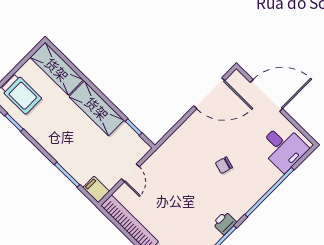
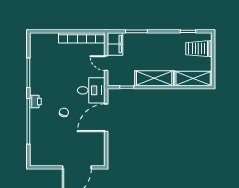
door: (209, 93) -> (106, 118), moved
desk: (283, 147) -> (91, 90), moved, turned 180
filing cabinet: (96, 189) -> (115, 44), width x2.00
printer: (225, 223) -> (35, 102), moved

